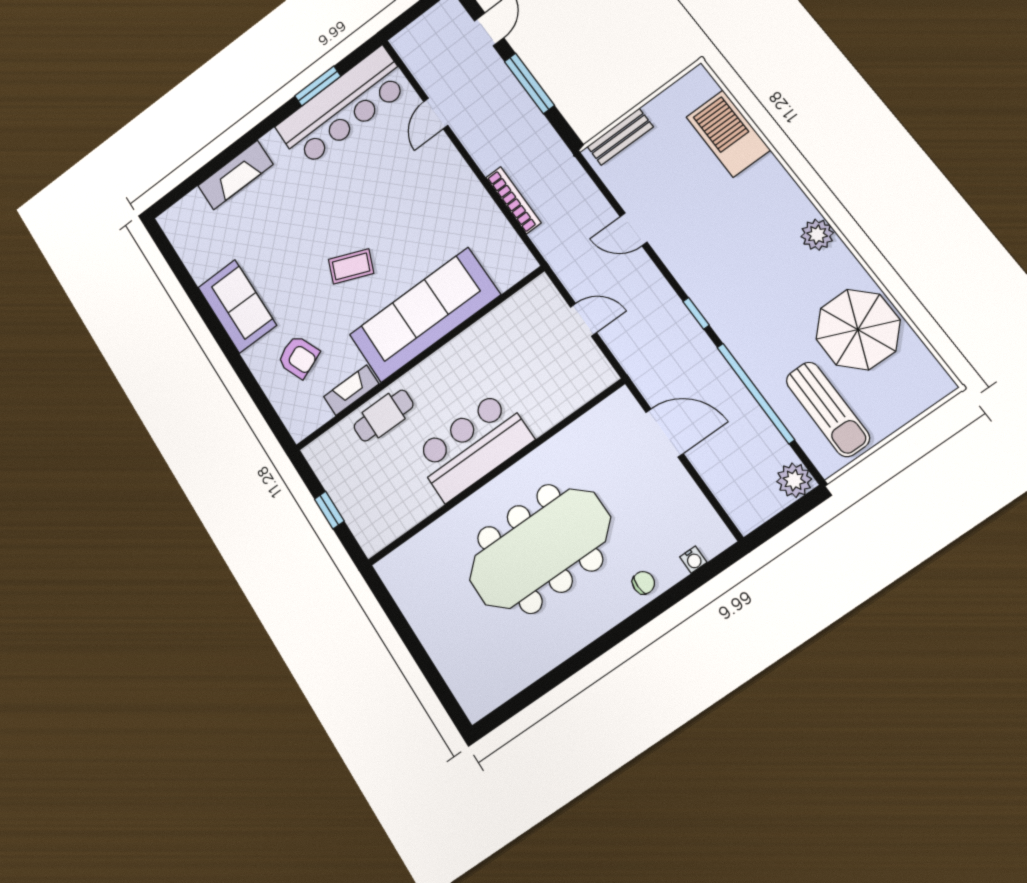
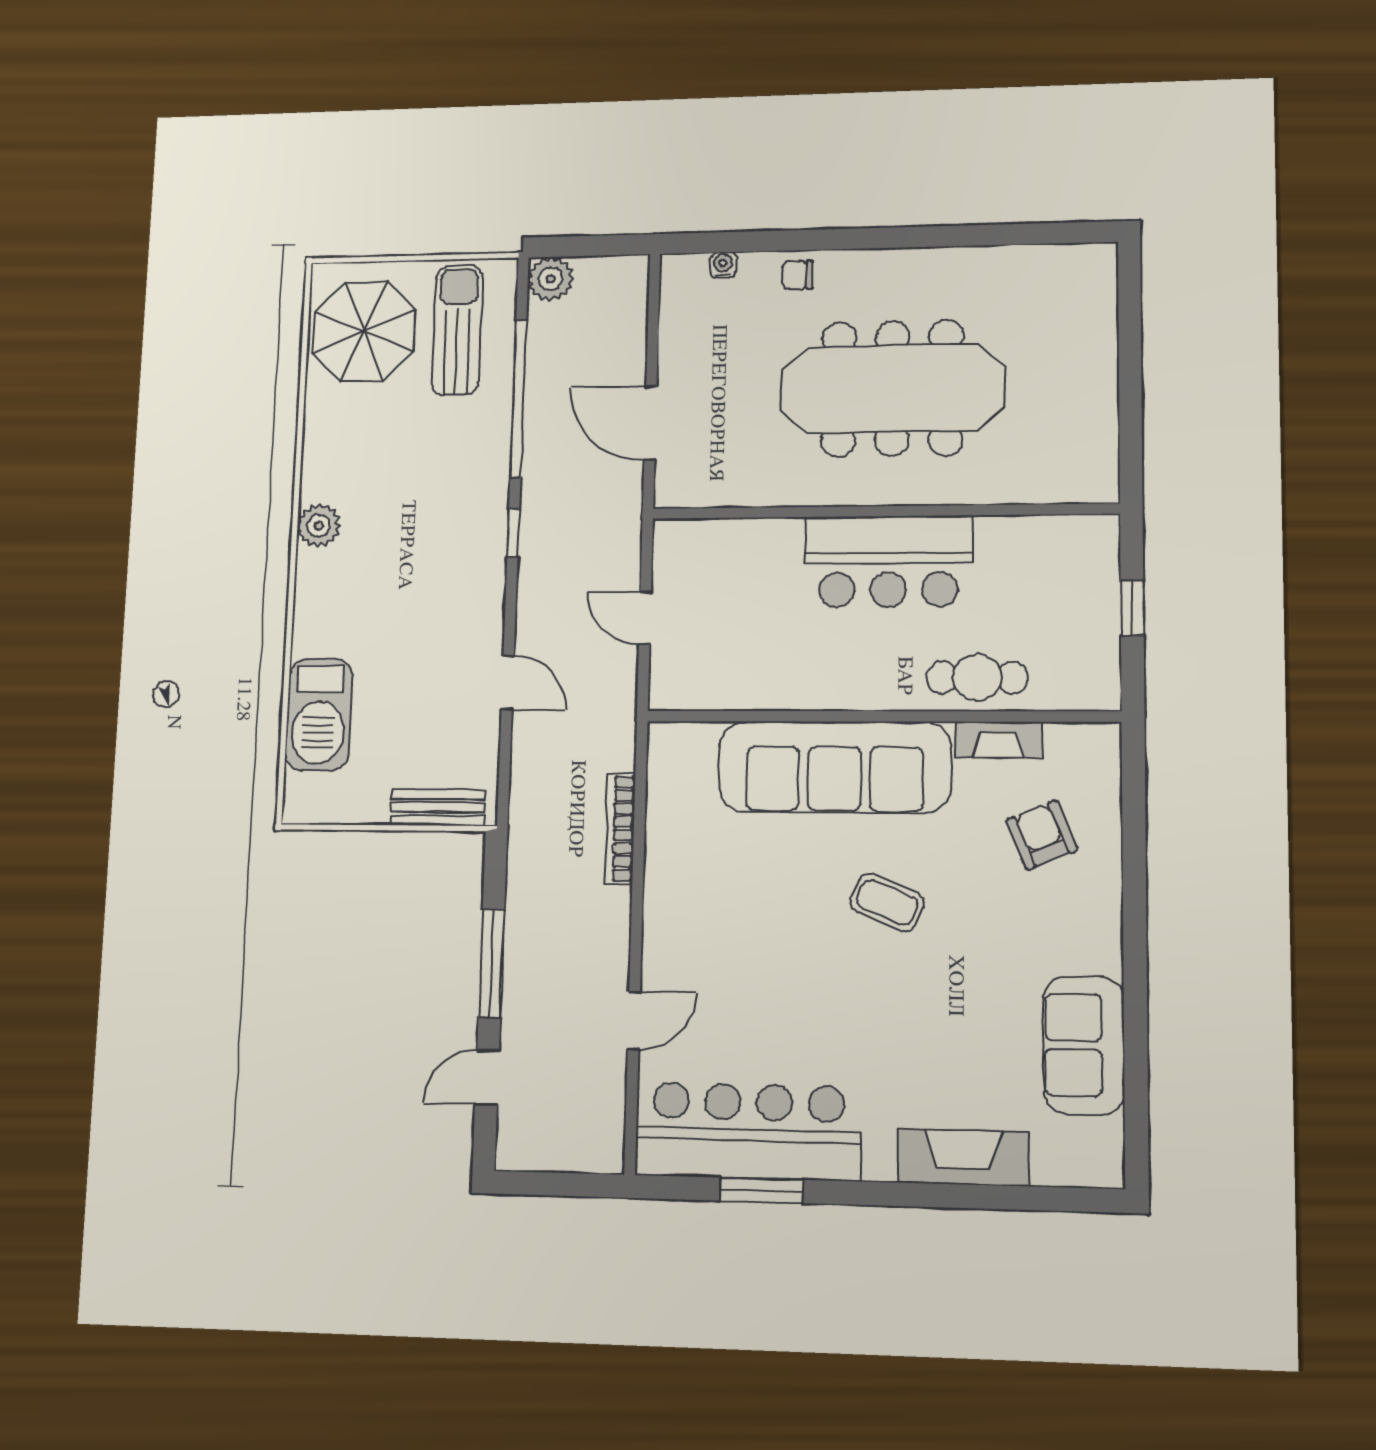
sofa: (237, 306) -> (1084, 1045), moved
parasol: (858, 330) -> (364, 331), moved

